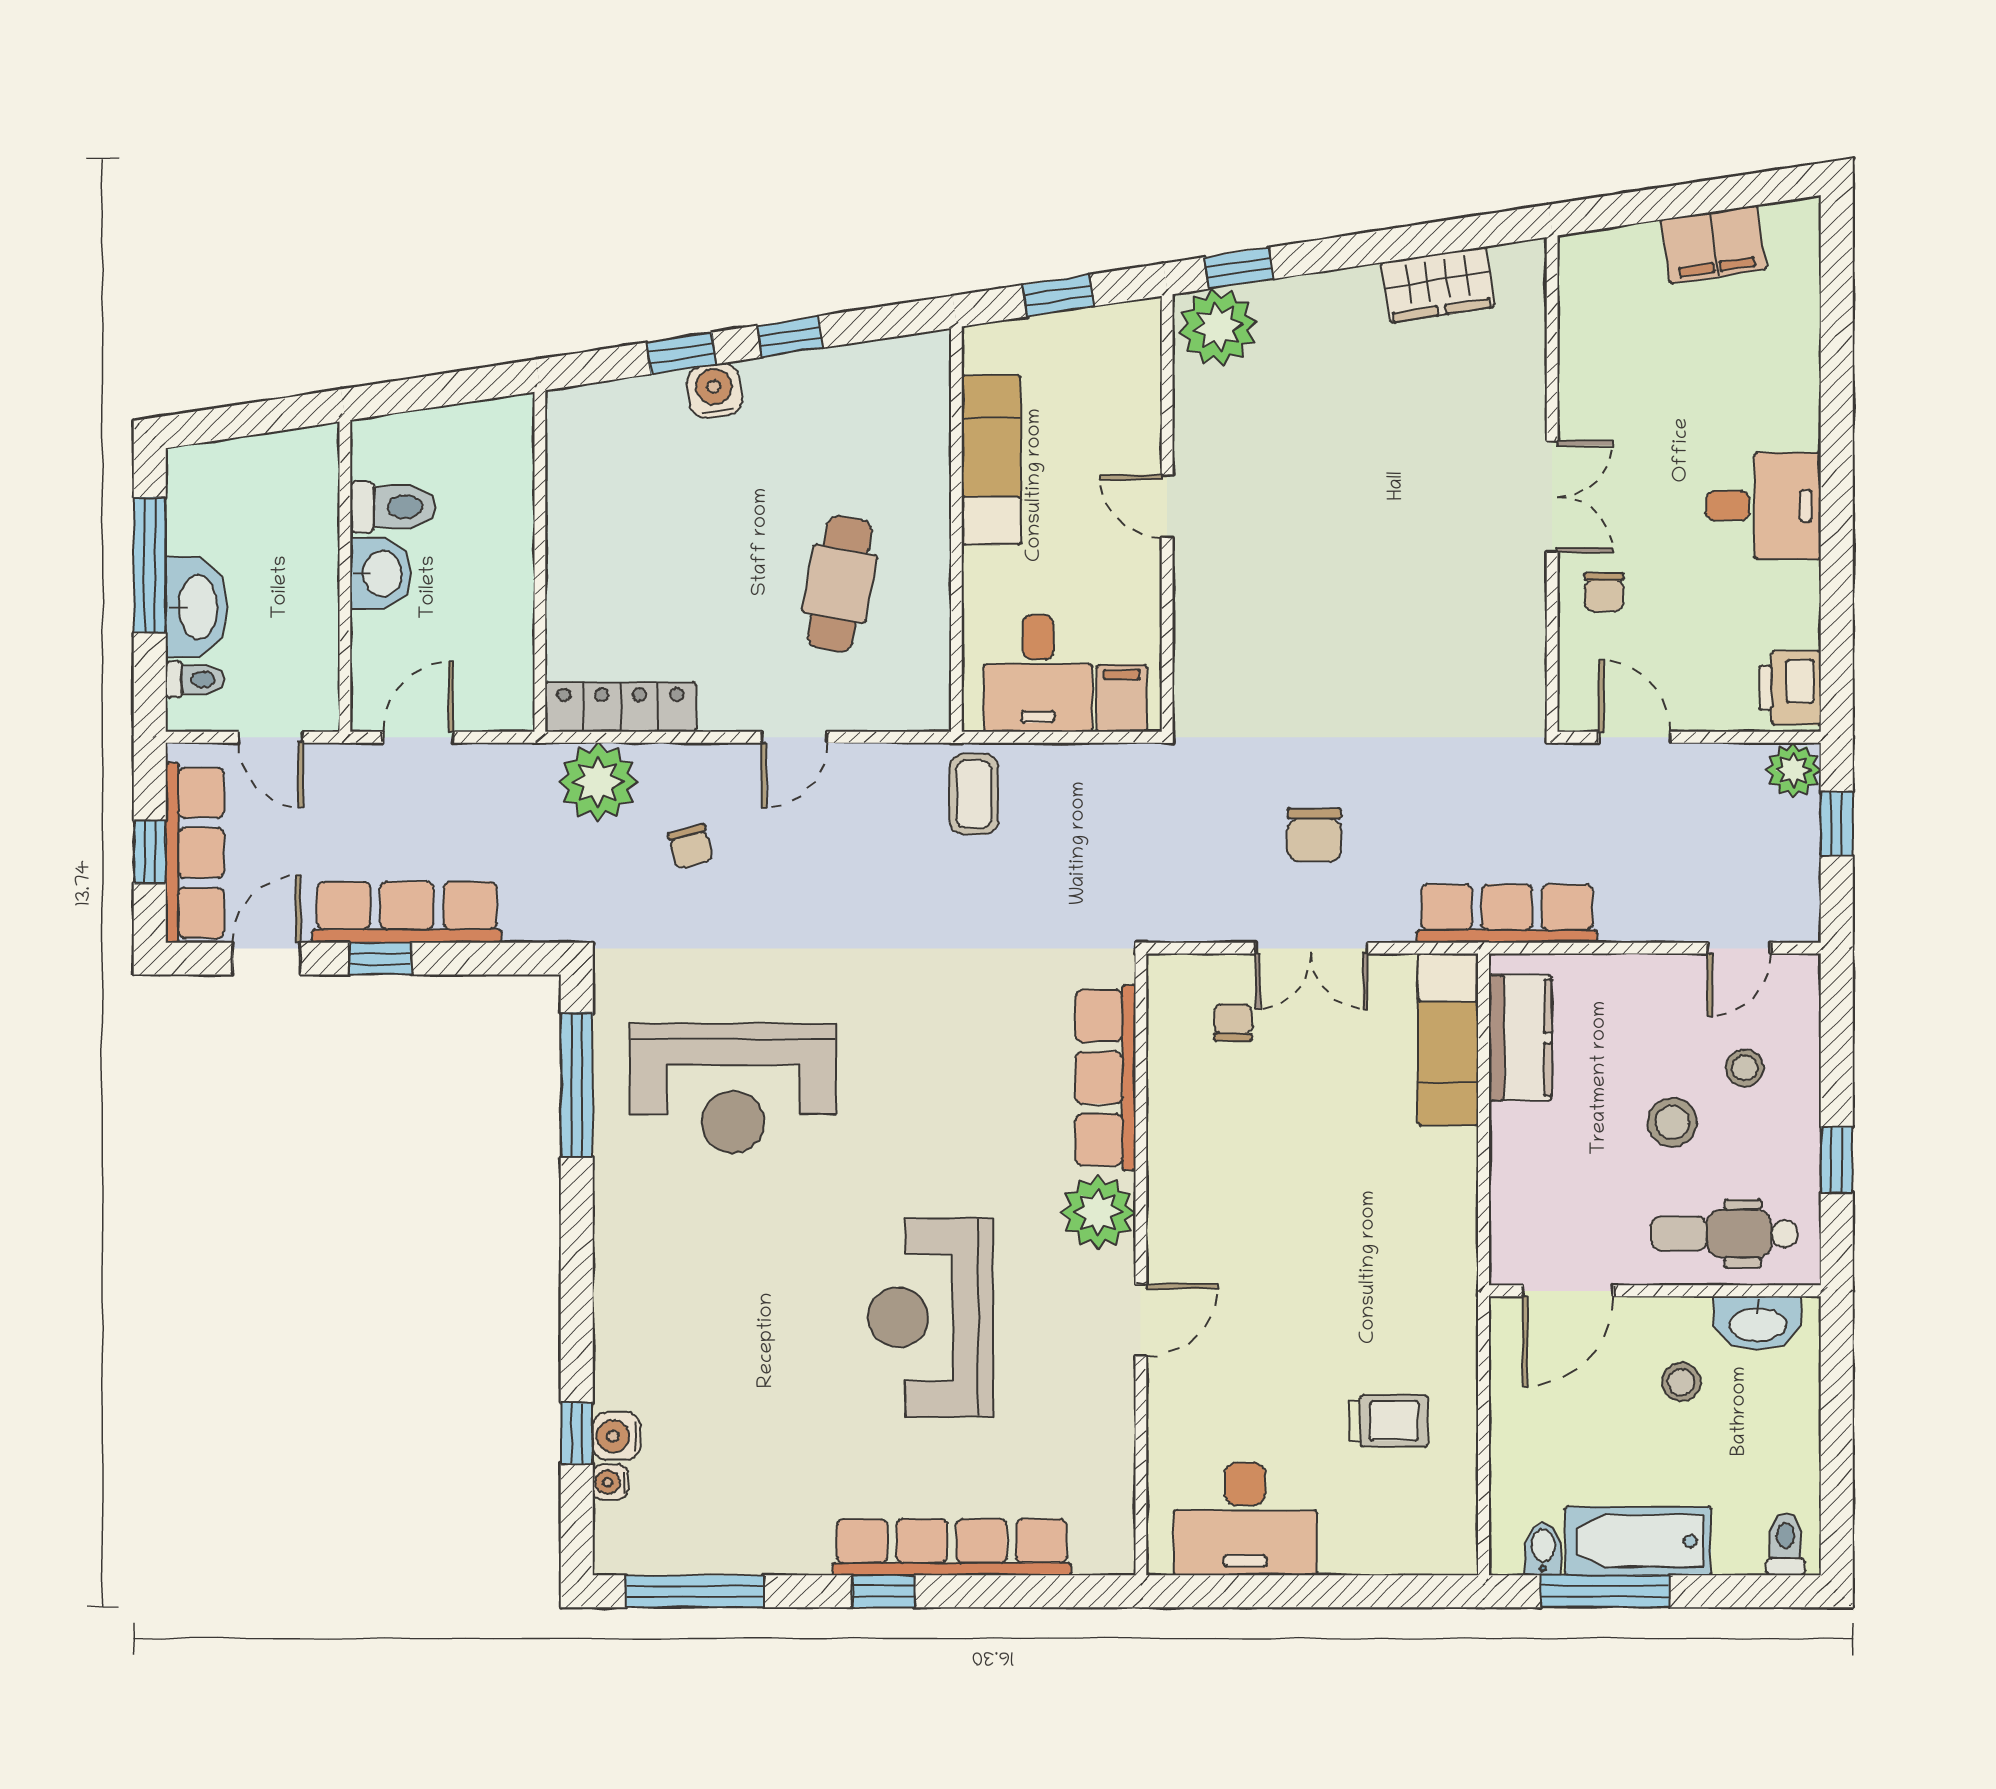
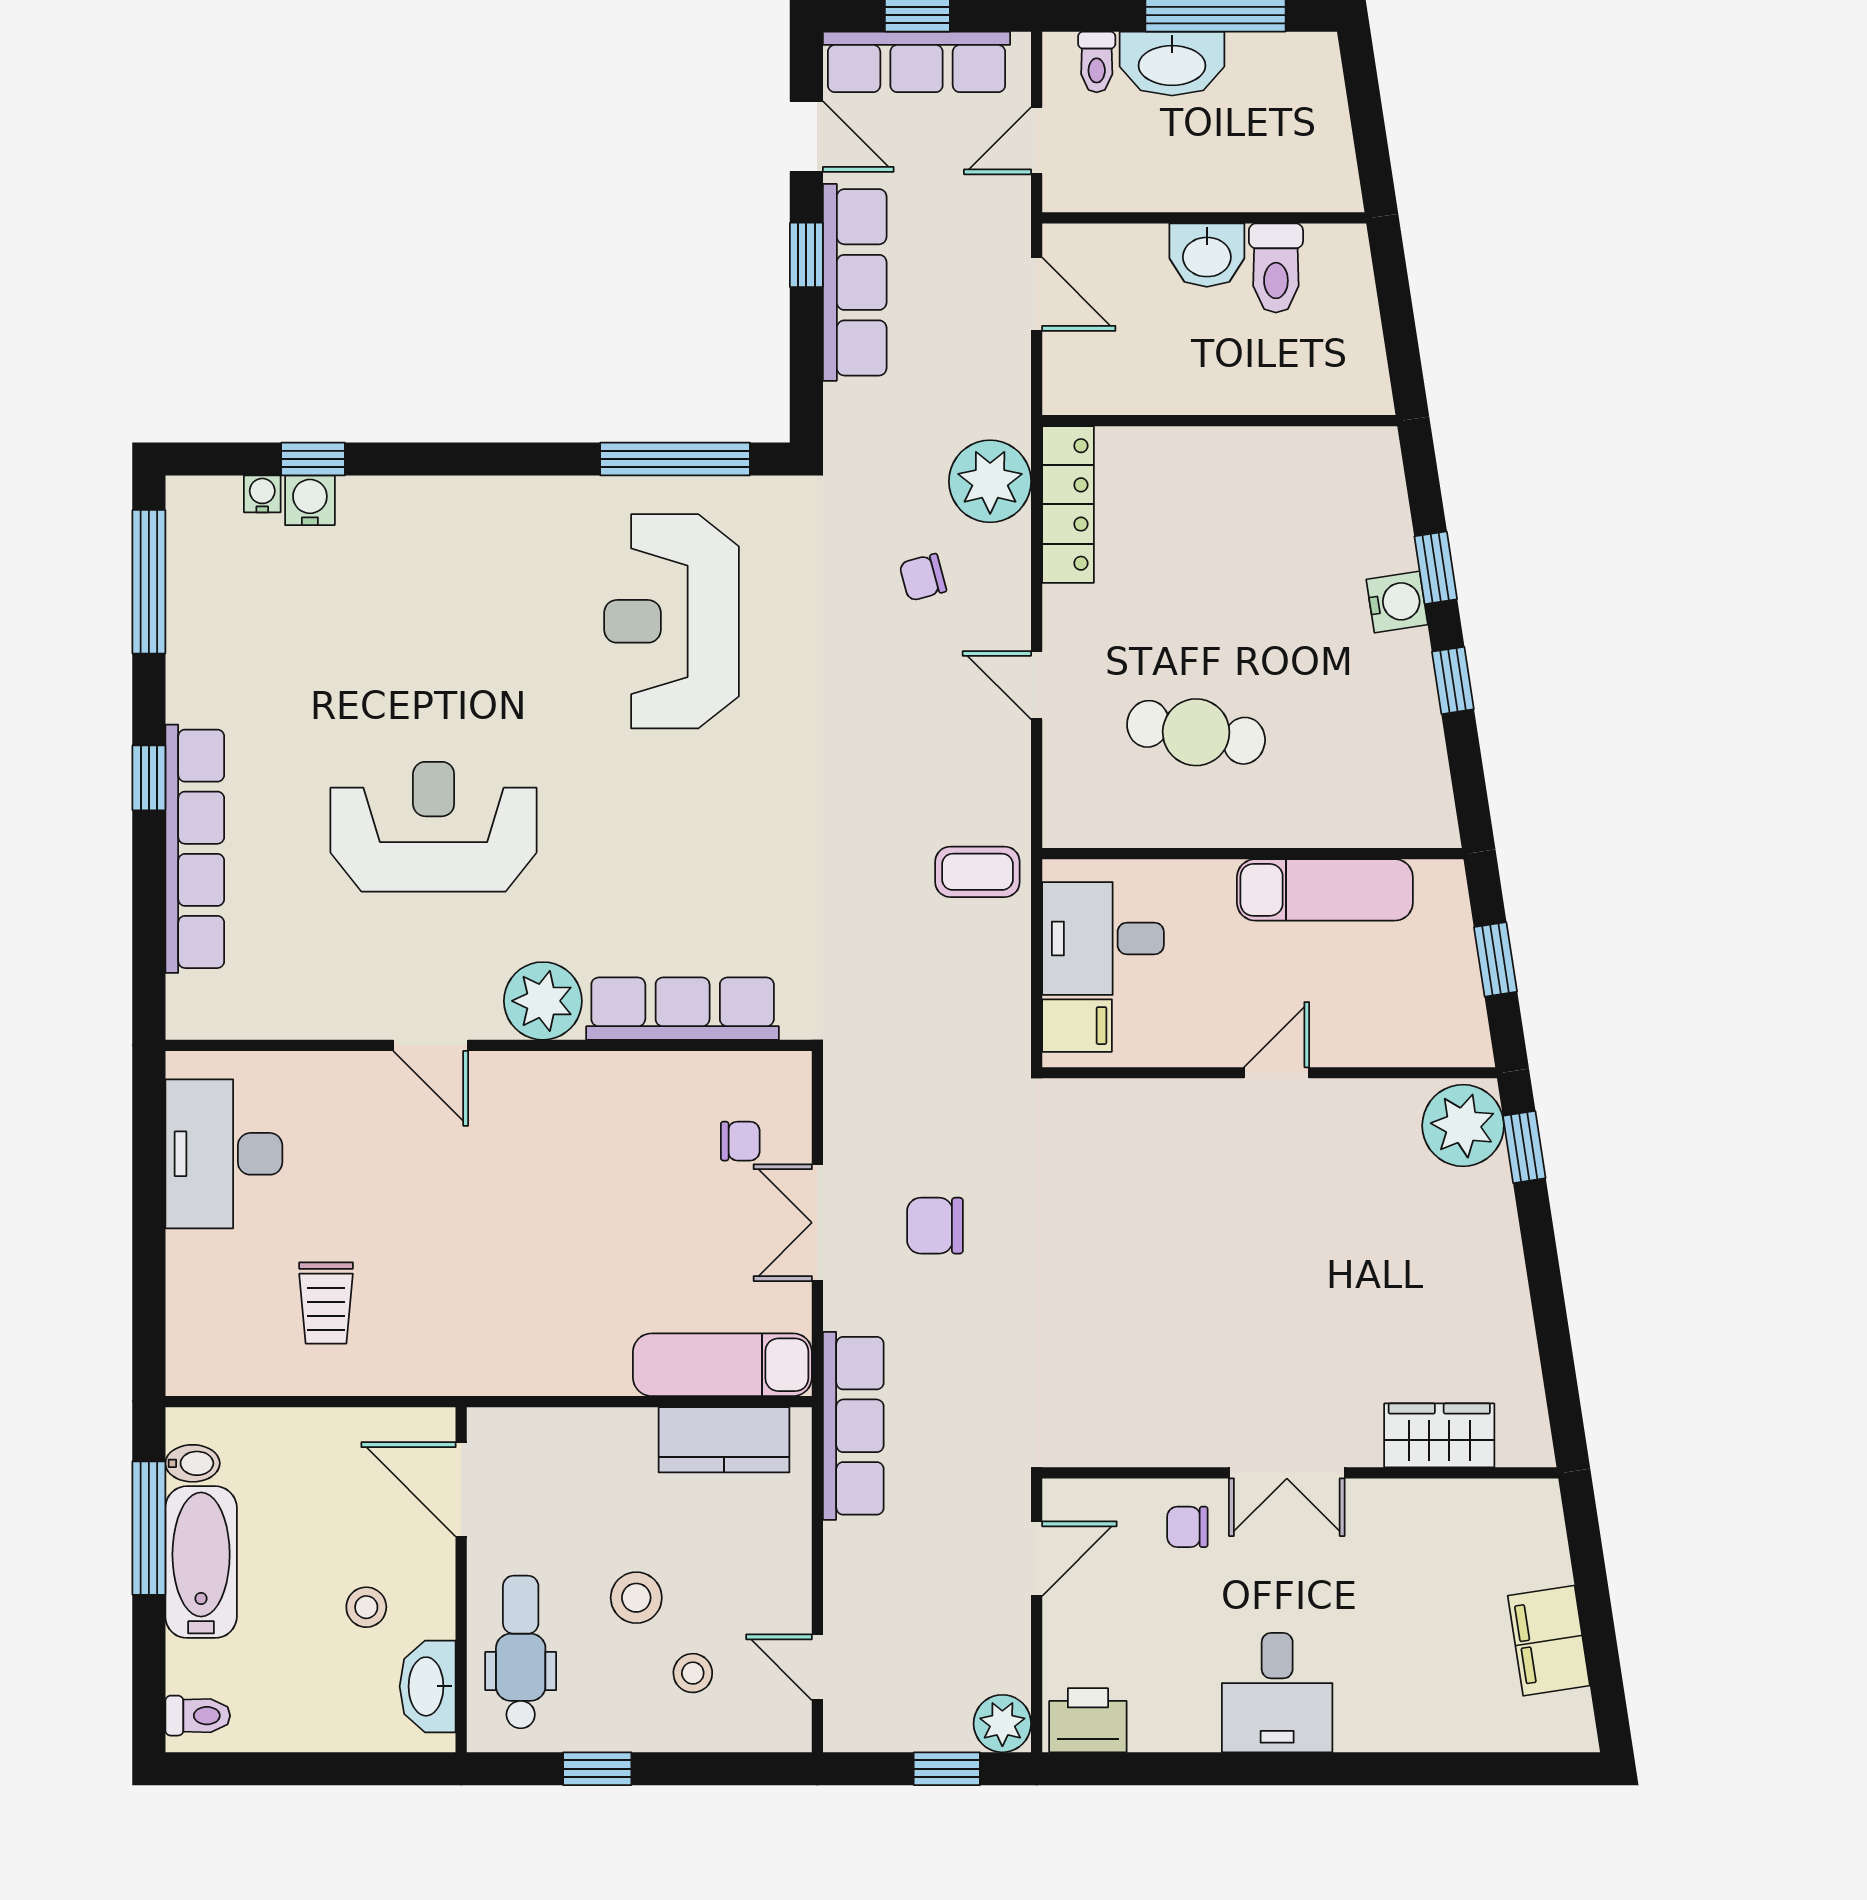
wardrobe: (1438, 285) -> (1439, 1435), moved, turned 99

